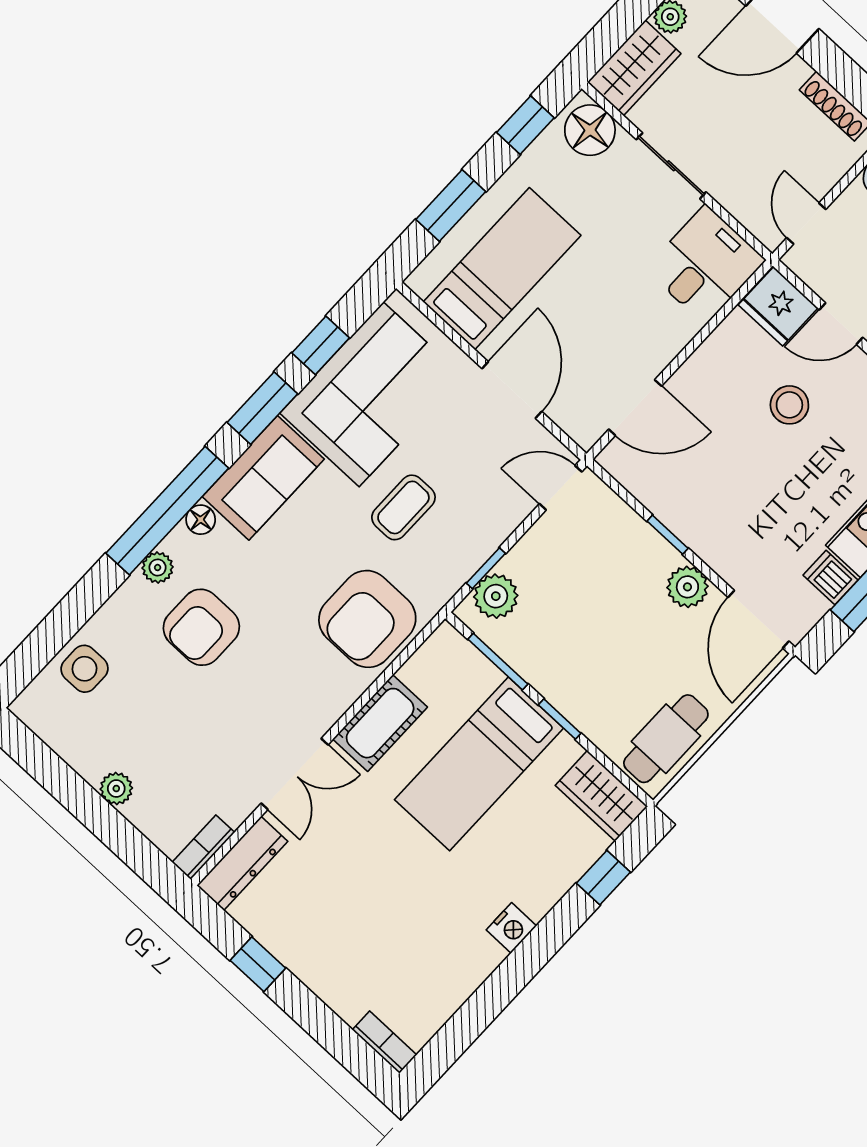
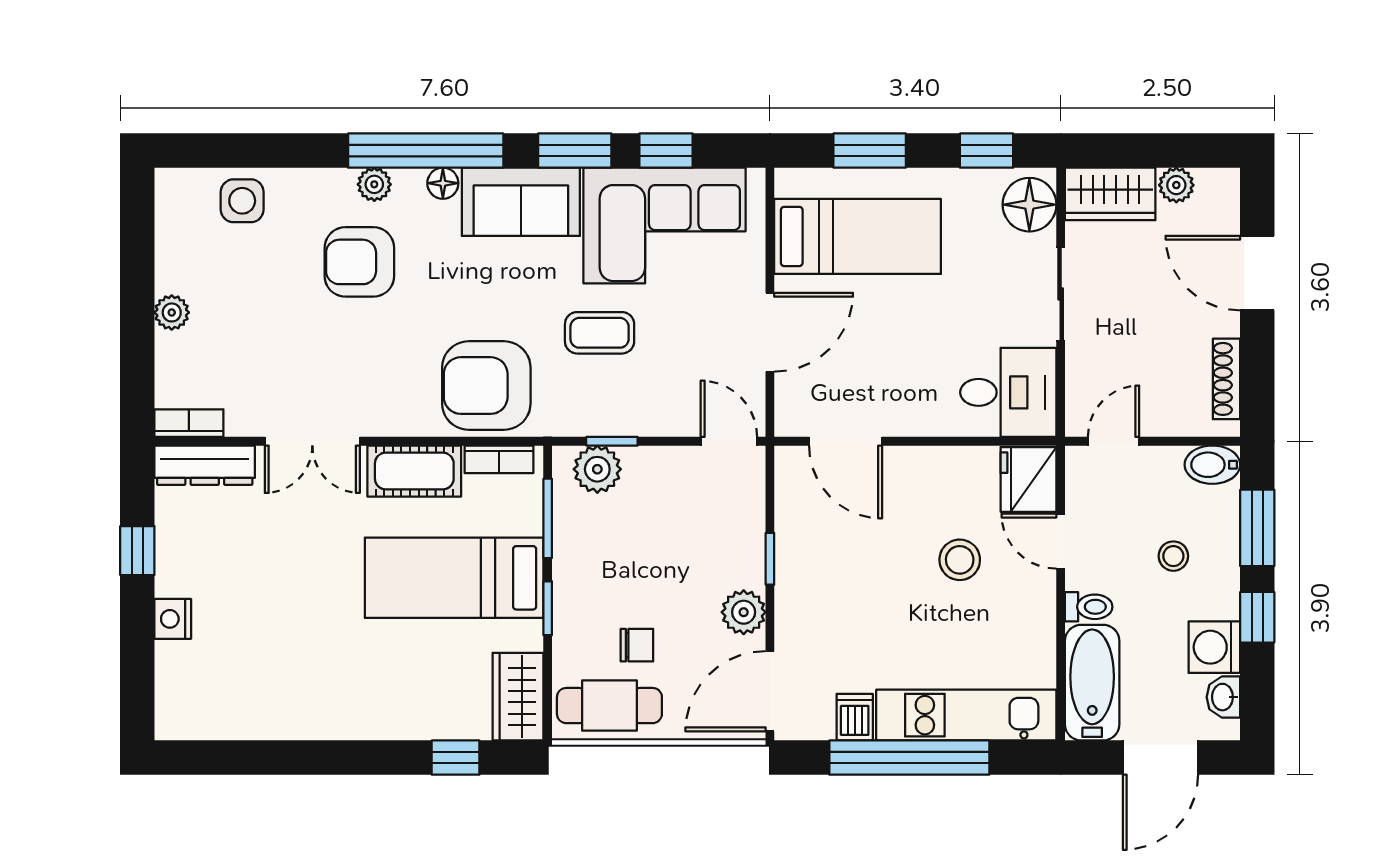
chair: (642, 681) -> (637, 645), added
nightstand: (511, 928) -> (173, 619), moved, turned 90
bookcase: (384, 1042) -> (499, 459), moved, turned 90

